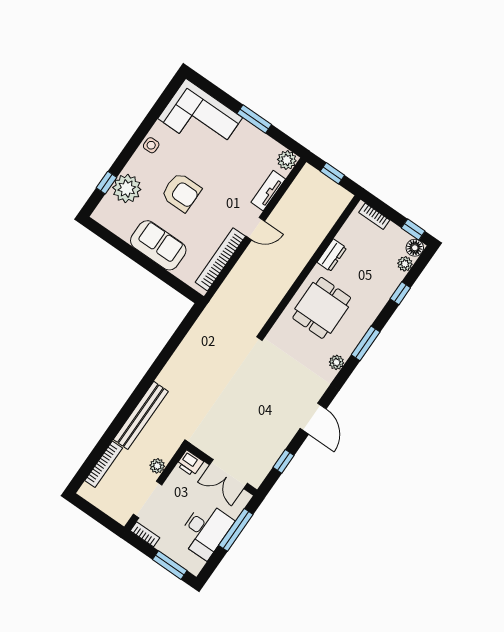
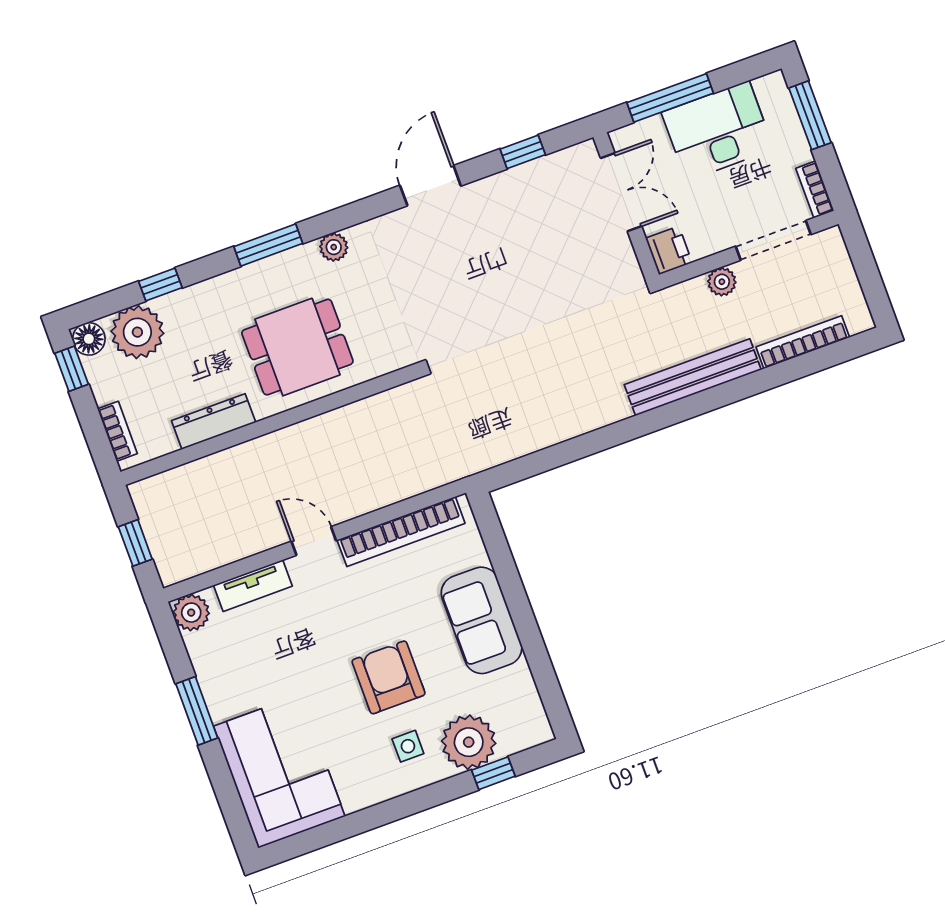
side table: (151, 145) -> (408, 746), moved
dresser: (332, 255) -> (214, 421), width x1.44
plant: (405, 264) -> (137, 332), width x1.88, depth x1.88

